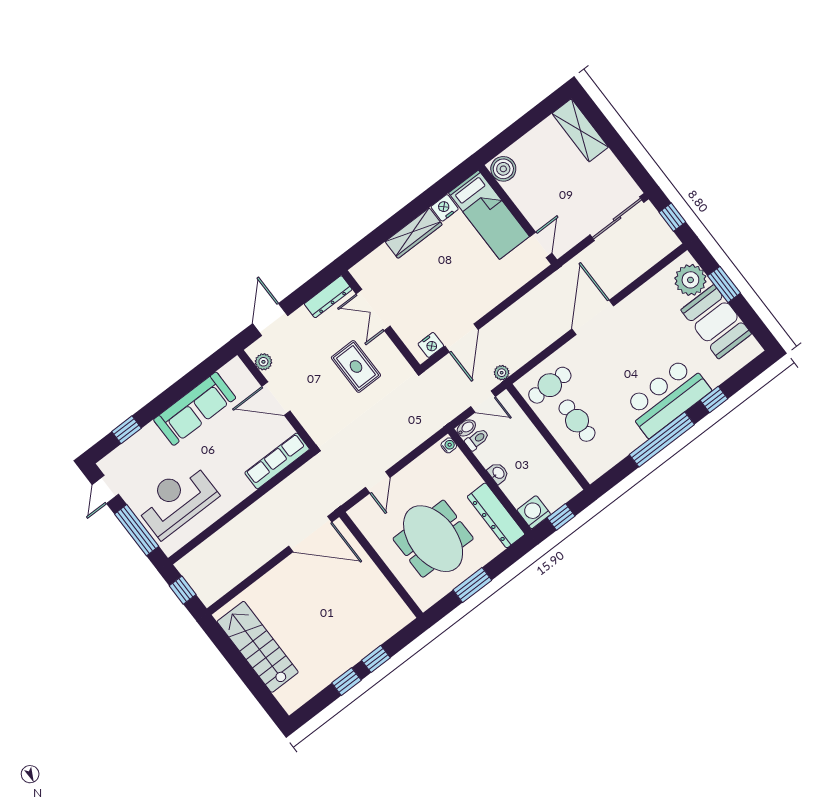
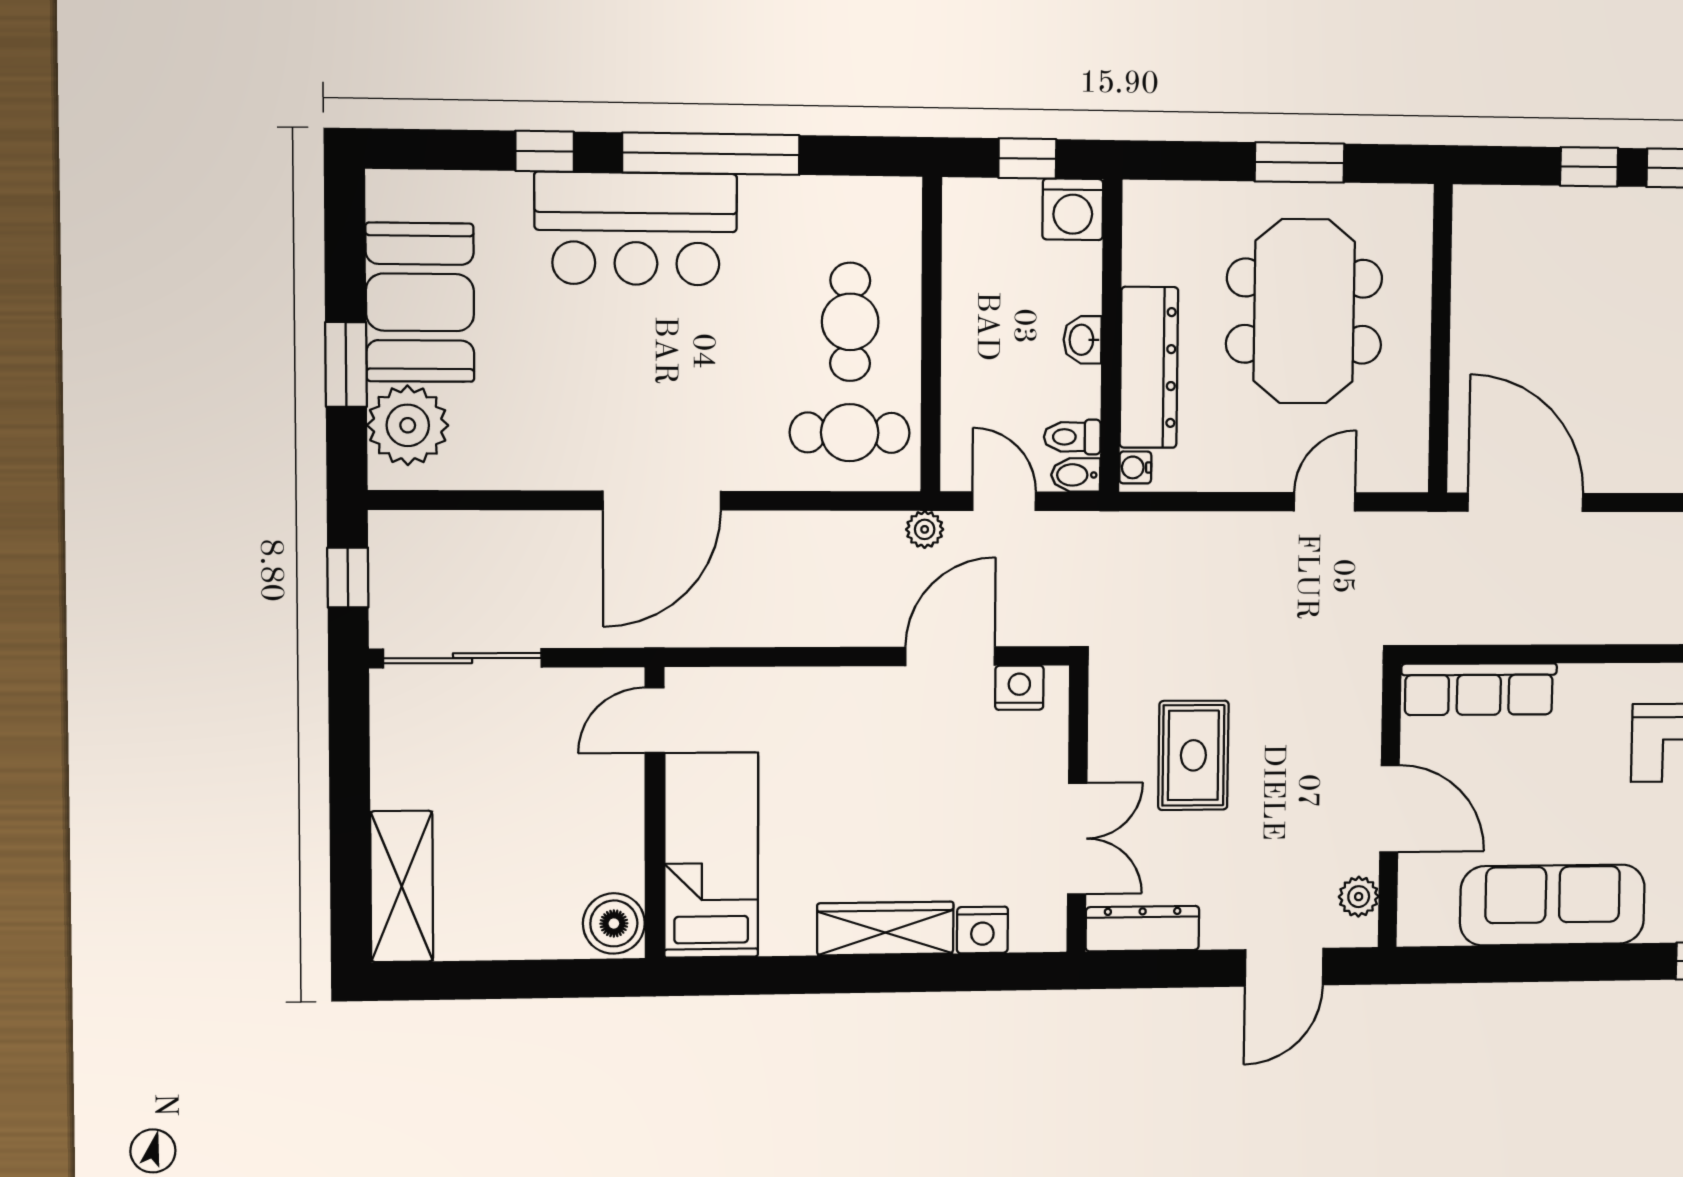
nightstand: (445, 208) -> (982, 930), moved
dresser: (496, 515) -> (1149, 367), moved

